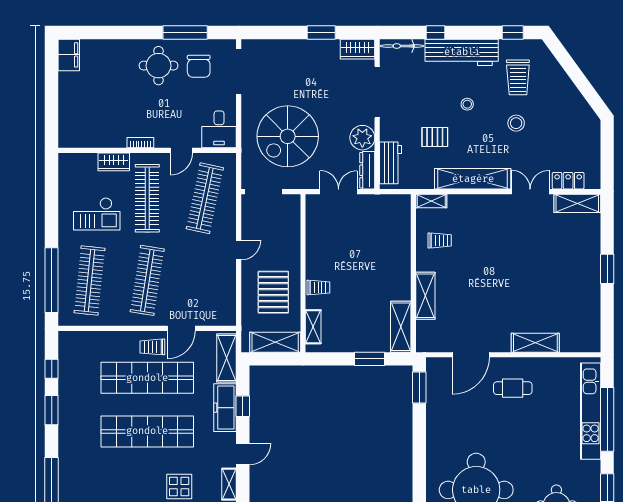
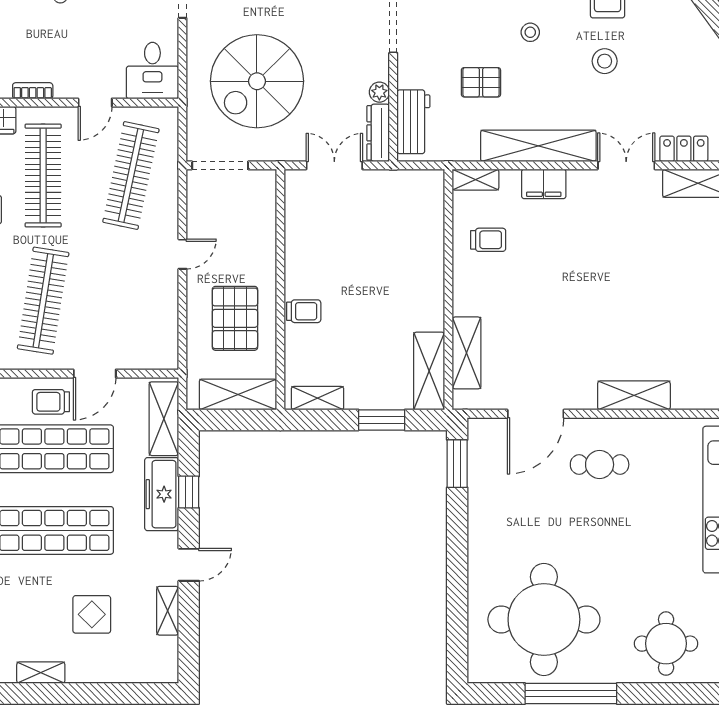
plant: (362, 138) -> (379, 92), width x0.53, depth x0.53
filing cabinet: (476, 204) -> (544, 184), added
shelving: (425, 296) -> (467, 353), moved
shelving: (313, 327) -> (318, 398), moved, turned 90

